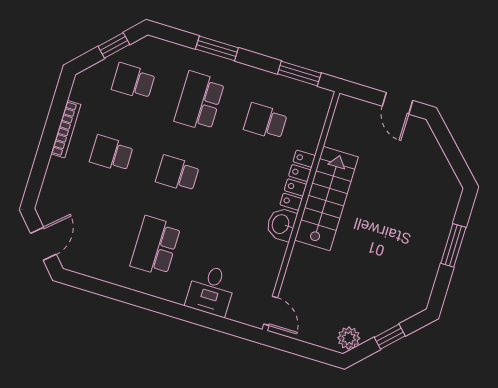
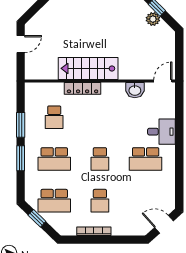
window: (299, 73) -> (21, 125), moved
school desk: (133, 81) -> (54, 201), width x1.85
washbasin: (281, 224) -> (135, 90), moved
desk: (211, 290) -> (161, 132), moved
plant: (349, 338) -> (153, 19), moved

